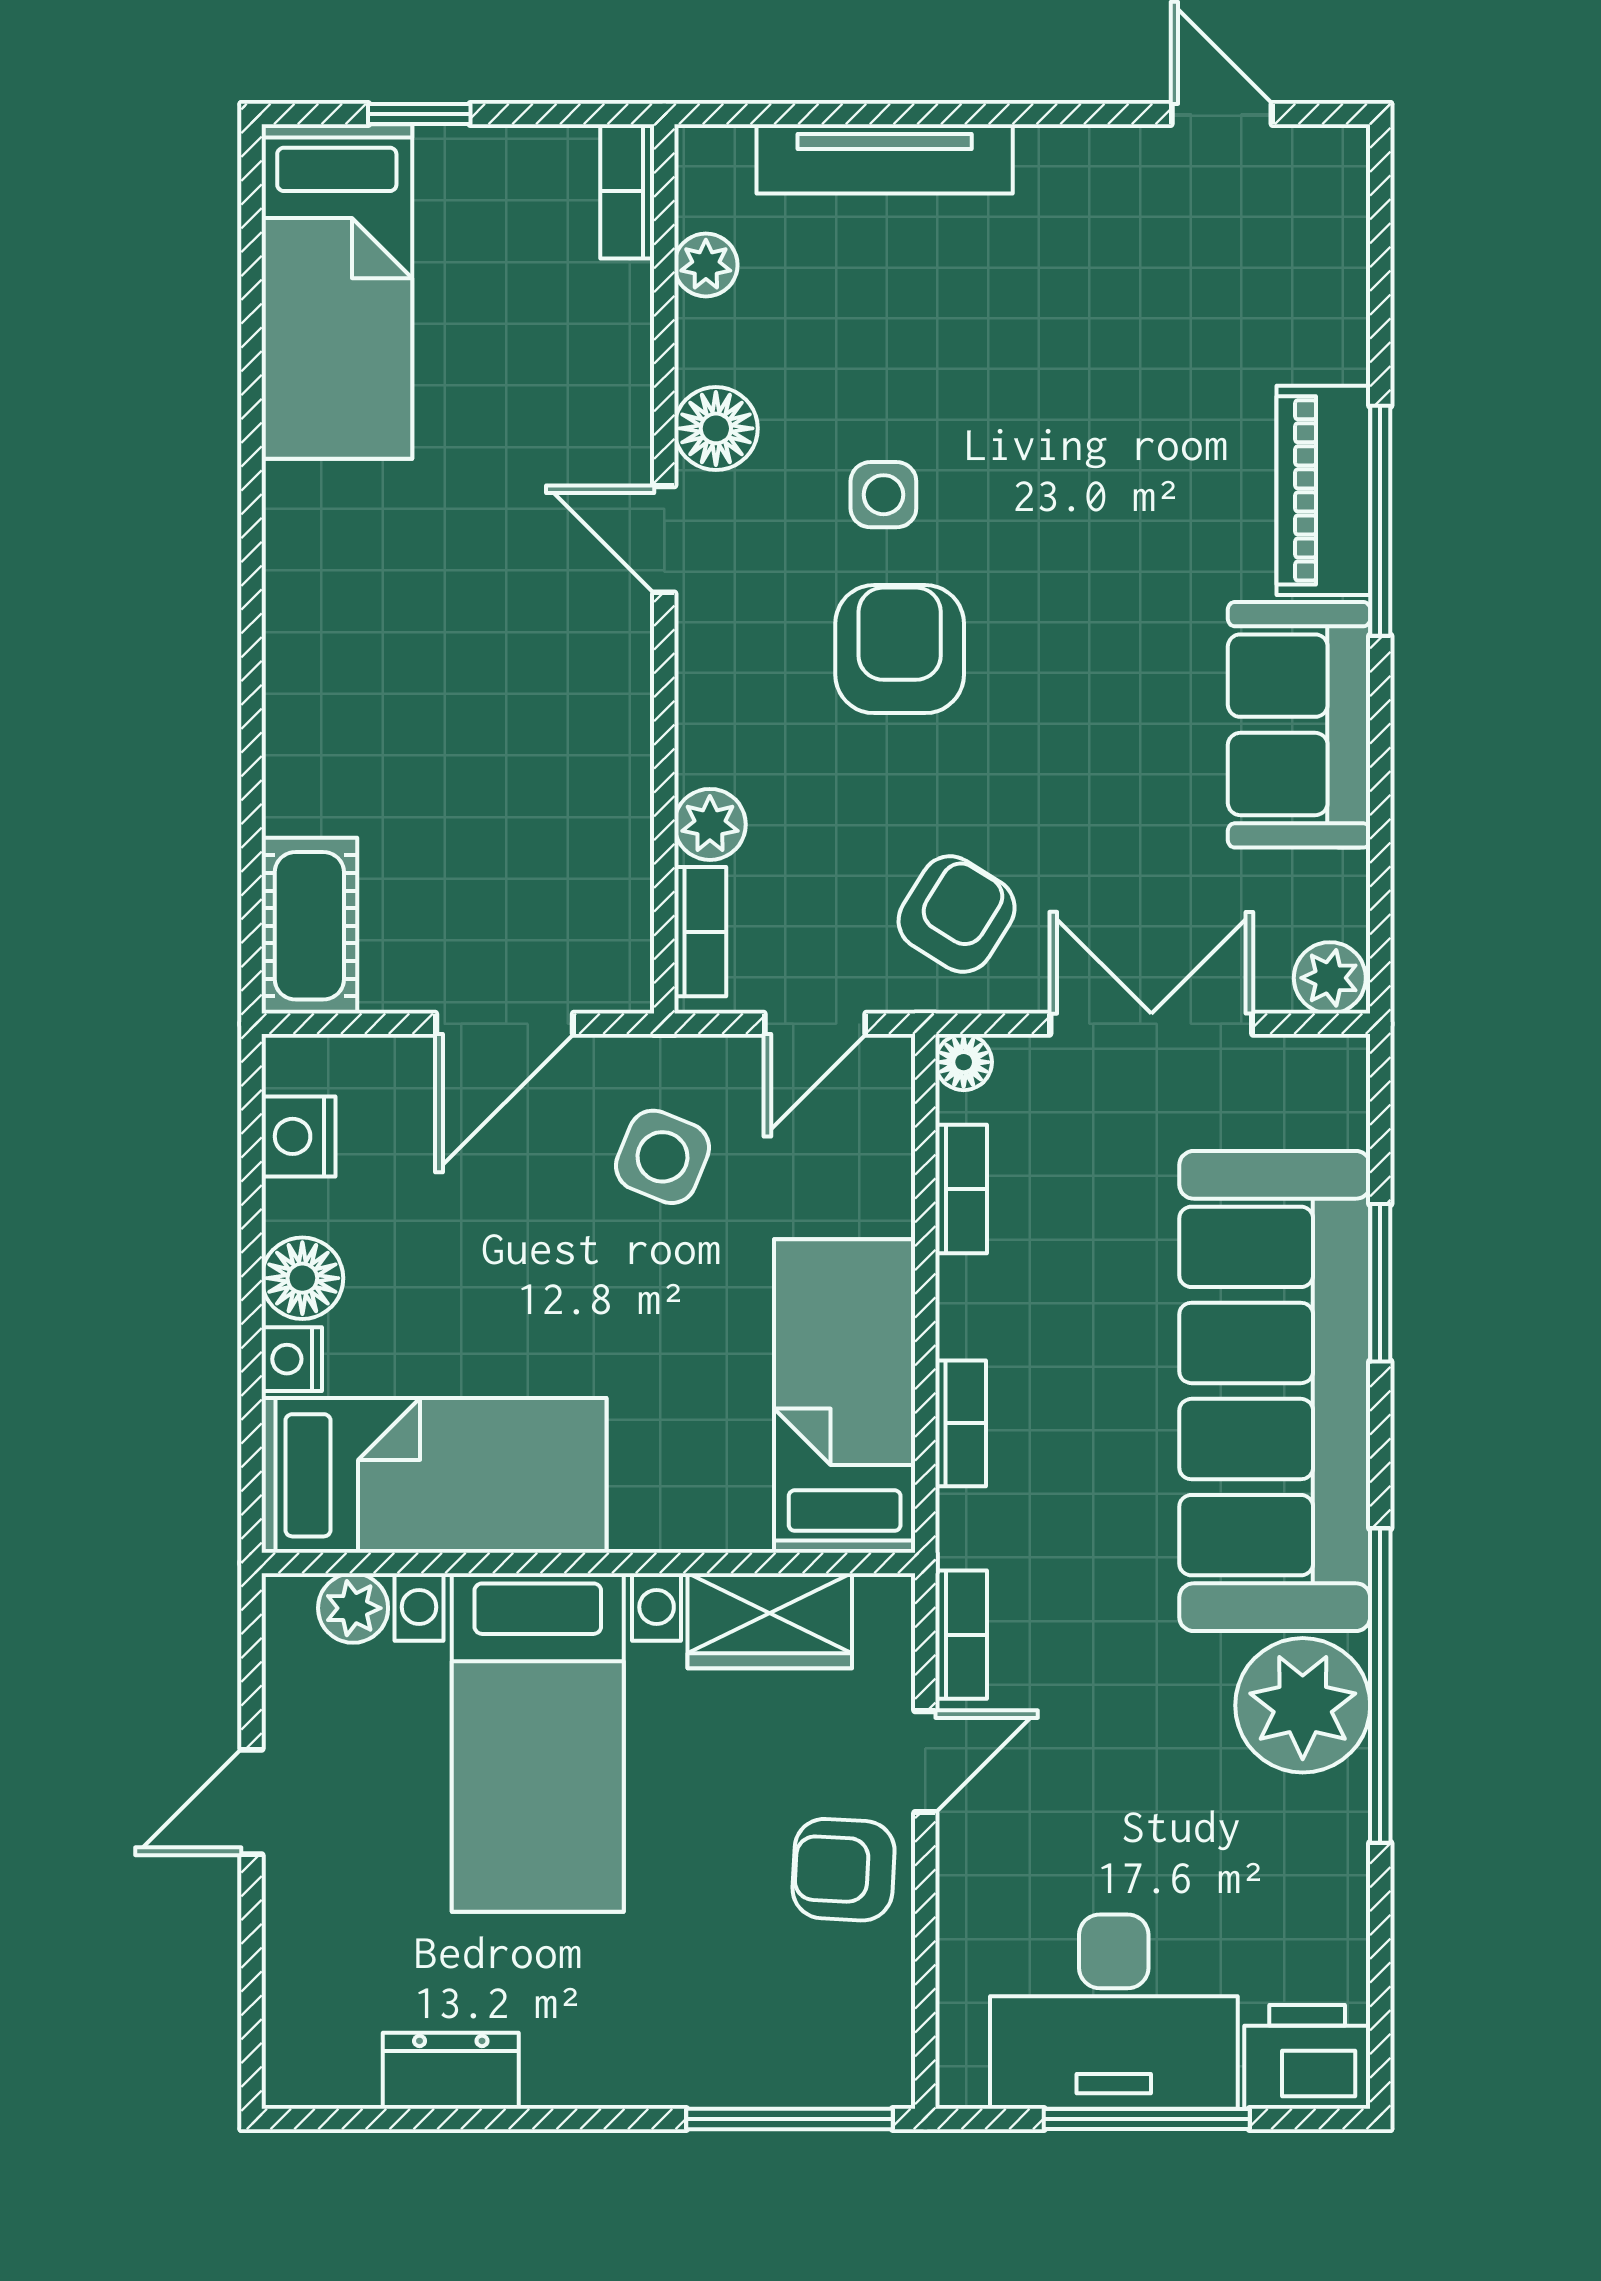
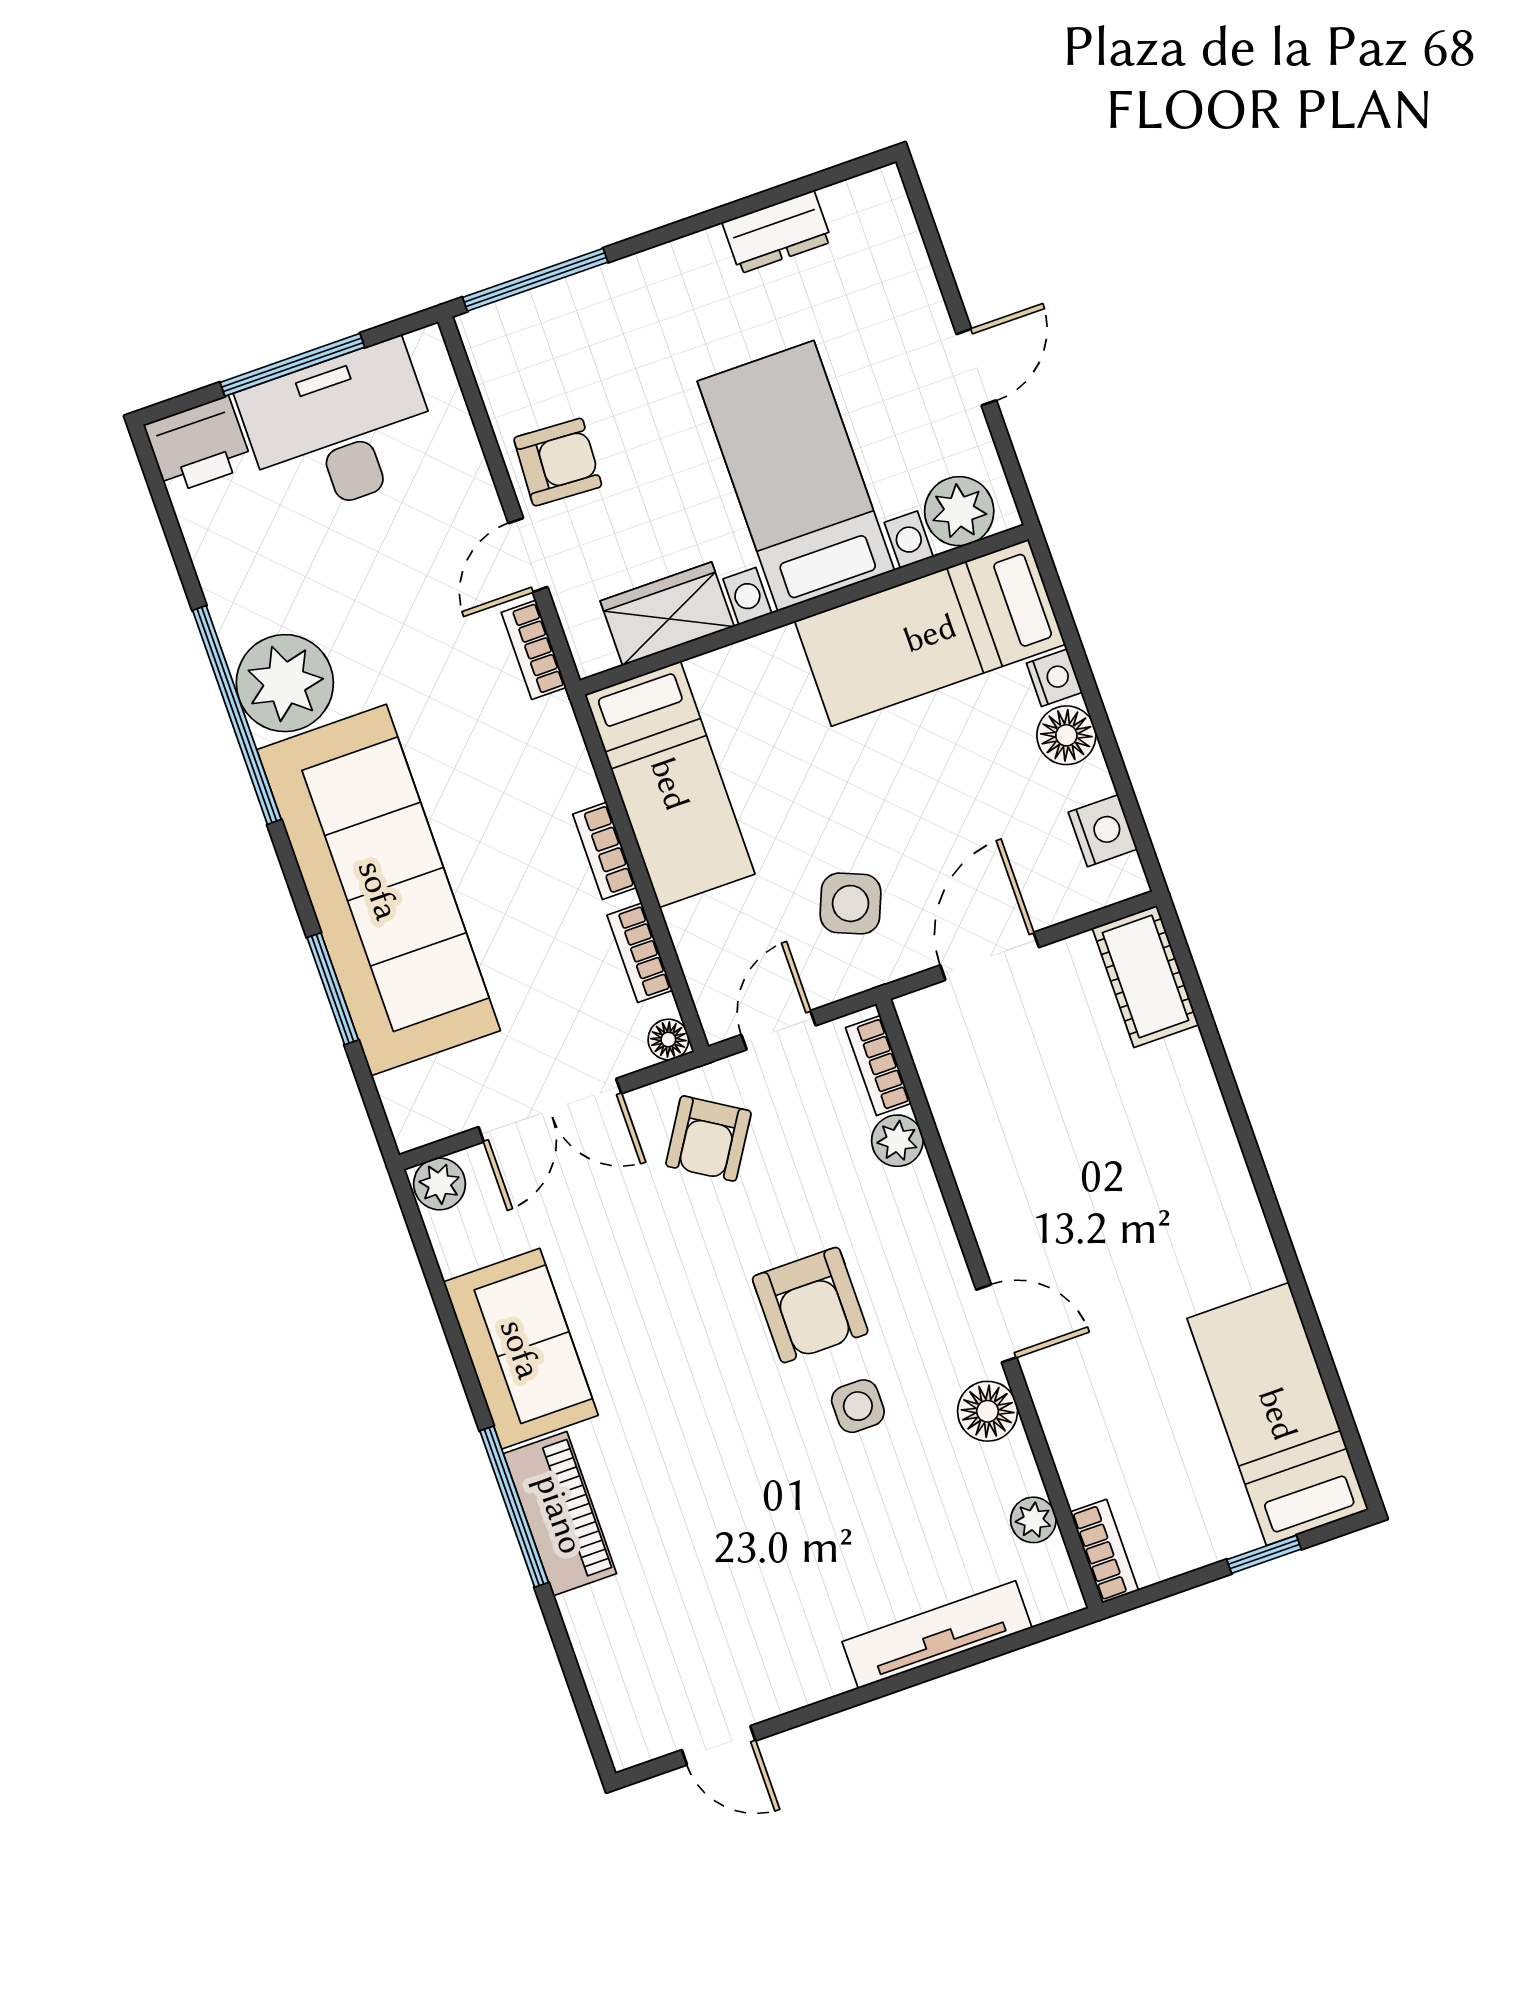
bookcase: (961, 1423) -> (605, 851), moved
plant: (353, 1608) -> (959, 511), width x1.38, depth x1.38

